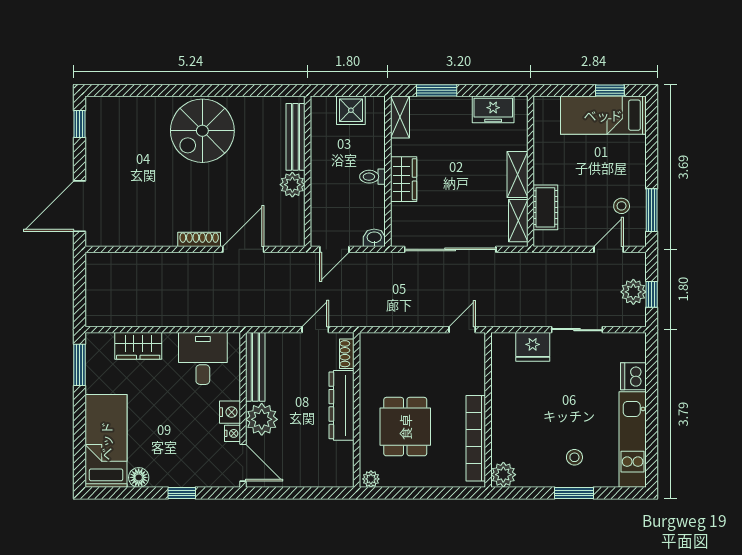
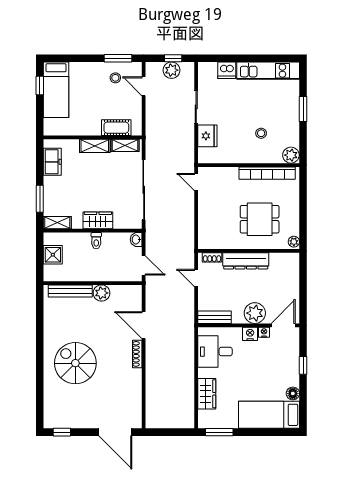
spiral stairs: (202, 131) -> (75, 363), moved, turned 180
bench: (255, 367) -> (215, 317), width x0.73
stool: (574, 457) -> (261, 133), moved

